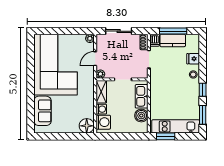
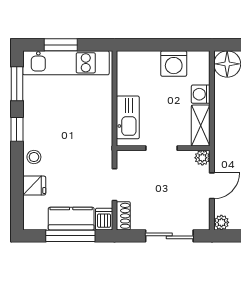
boiler: (141, 116) -> (128, 83), removed
washing machine: (103, 122) -> (174, 64), moved, turned -90
window: (166, 136) -> (61, 45), moved

